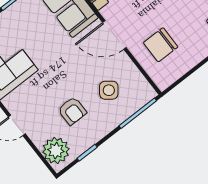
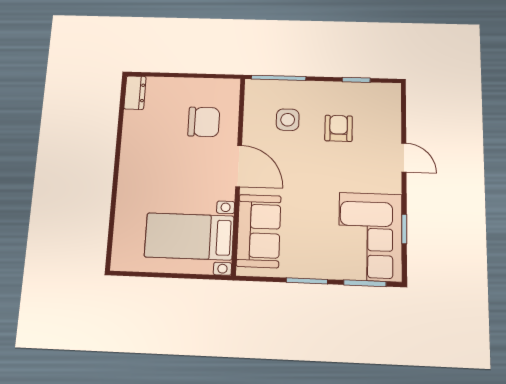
side table: (109, 90) -> (288, 120), turned -37
plant: (56, 151) -> (385, 105), removed

